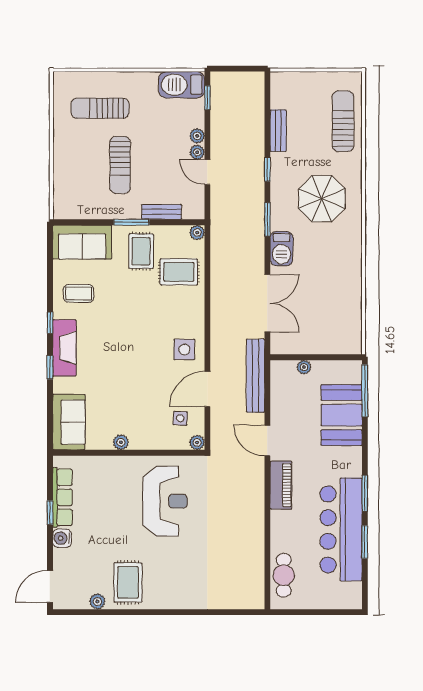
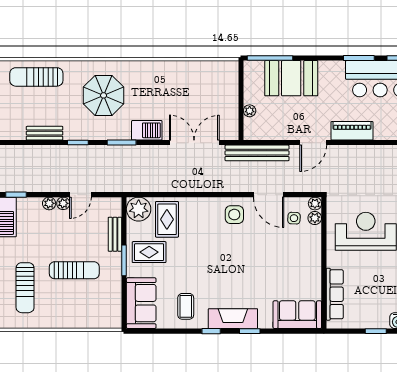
plant: (197, 233) -> (139, 209), width x1.88, depth x1.88
plant: (121, 442) -> (315, 218), moved
row of seats: (62, 497) -> (335, 294), moved, turned 90

